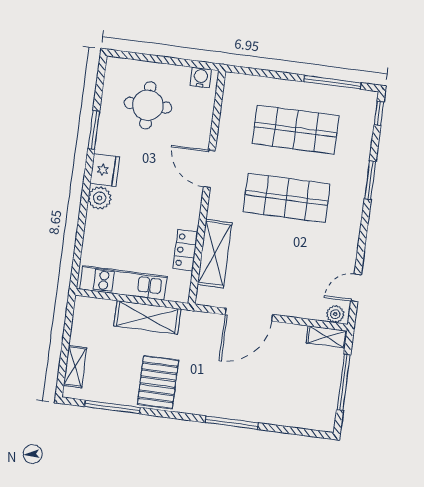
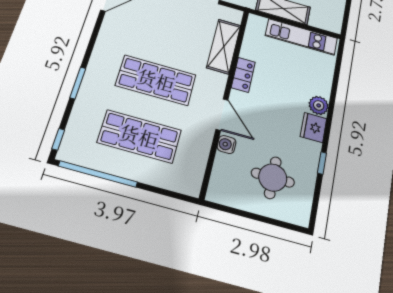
water cooler: (201, 78) -> (227, 145), moved, turned 90
window: (332, 82) -> (98, 174), width x1.46
window: (94, 130) -> (322, 163), width x0.67
locker: (185, 250) -> (243, 75), moved

